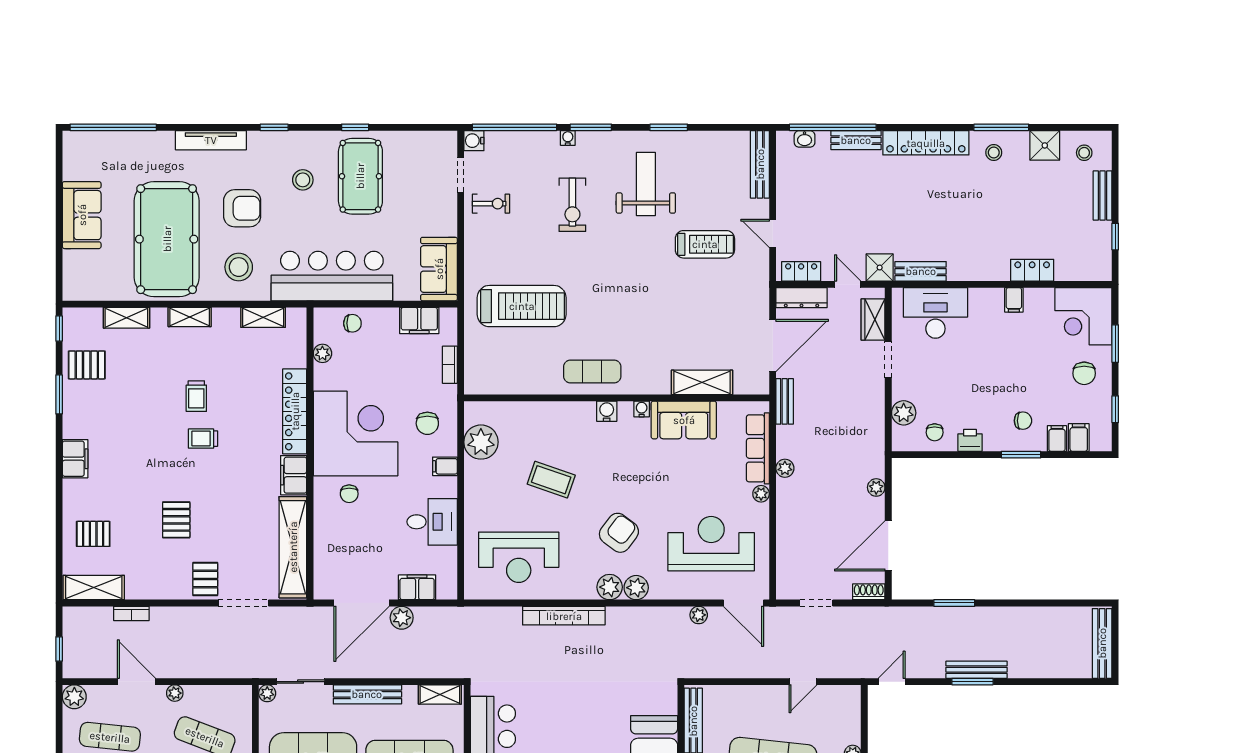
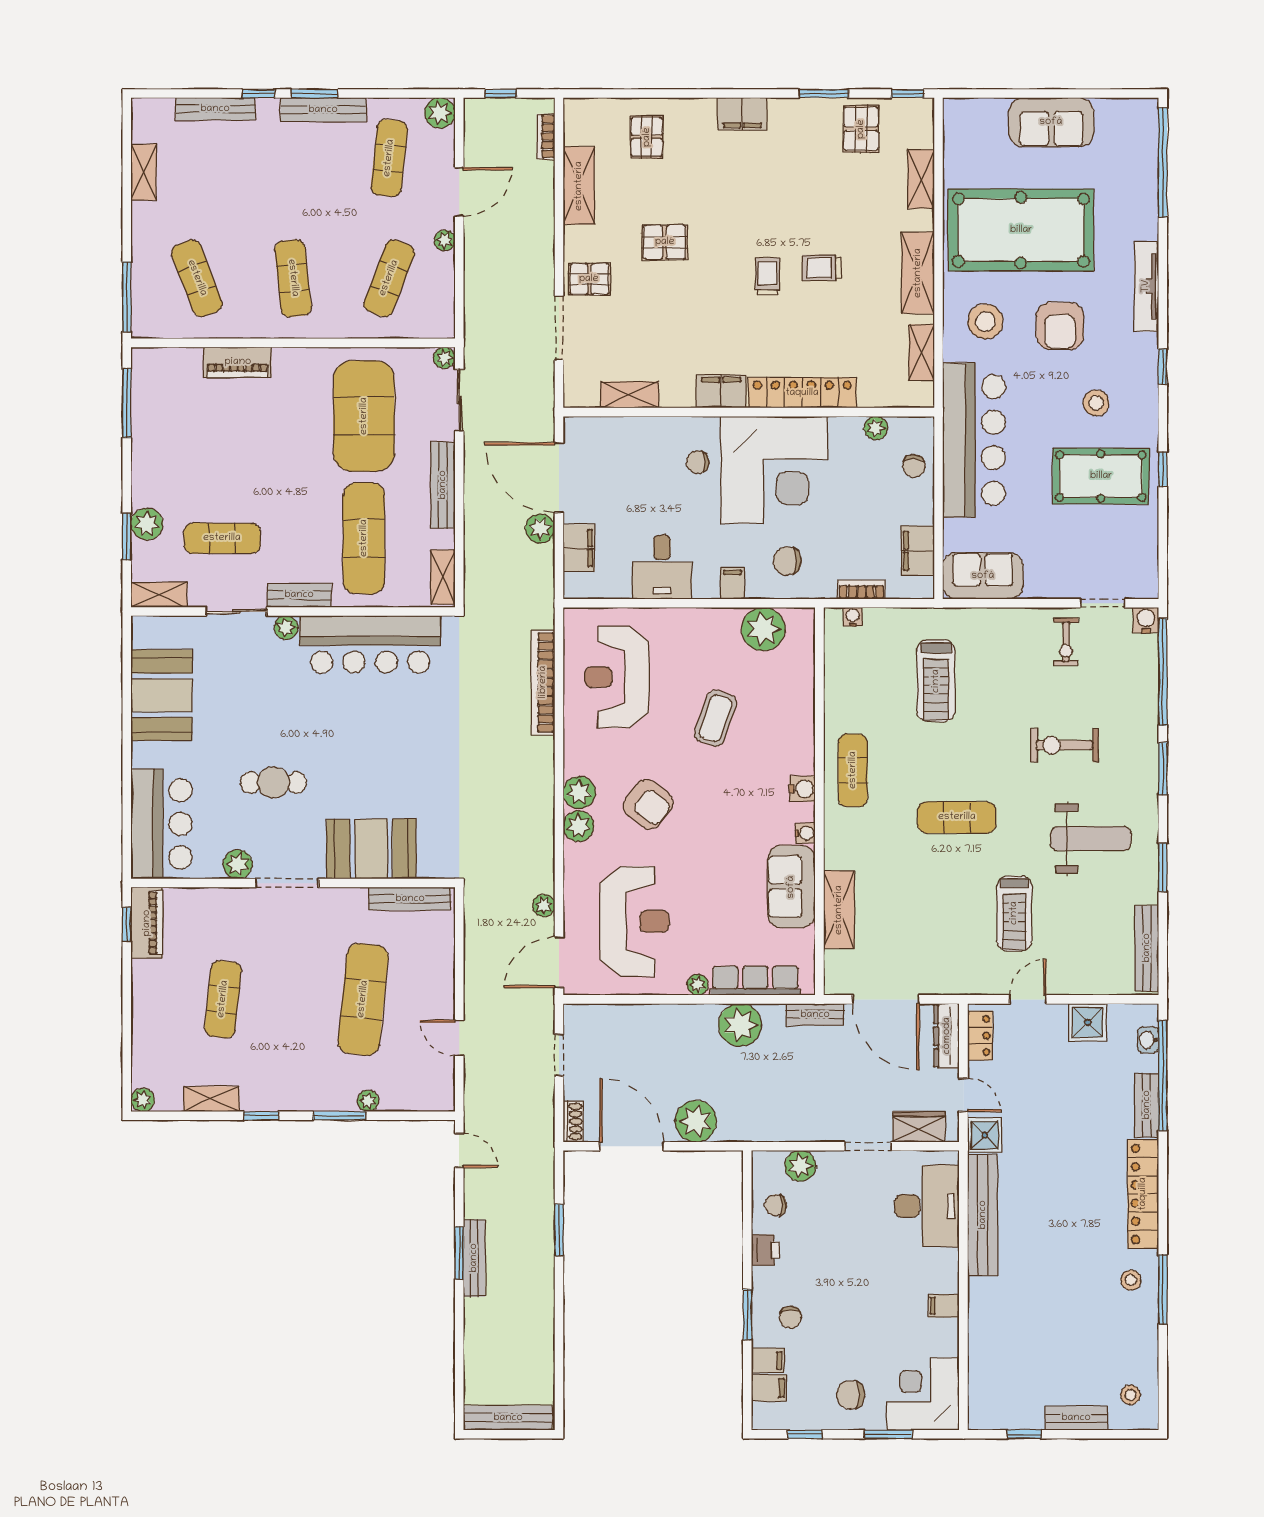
water cooler: (568, 138) -> (853, 617), moved, turned -90
shower: (1045, 145) -> (1088, 1022), moved
bench: (760, 164) -> (1147, 948), moved, turned 90
locker: (1032, 270) -> (981, 1329), removed
bench: (921, 271) -> (983, 1215), width x1.86, depth x1.21
door: (848, 284) -> (963, 1095), hinge flipped
exercise mat: (629, 290) -> (957, 817), added
treadmill: (522, 306) -> (936, 681), width x0.73, depth x0.73
shelving: (190, 317) -> (918, 273), width x1.50, depth x1.33
plant: (785, 468) -> (740, 1025), width x1.88, depth x1.88
plant: (876, 487) -> (696, 1121), width x1.88, depth x1.88
shelving: (293, 547) -> (630, 395), width x0.45, depth x0.75
shelving: (94, 588) -> (579, 186), moved
bookcase: (131, 613) -> (546, 136), moved
bookcase: (564, 616) -> (543, 682), moved

